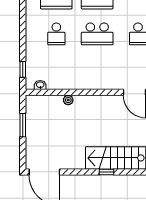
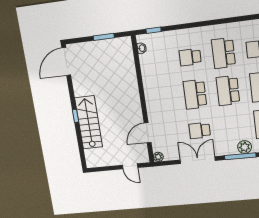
plant: (68, 100) -> (132, 75), removed

